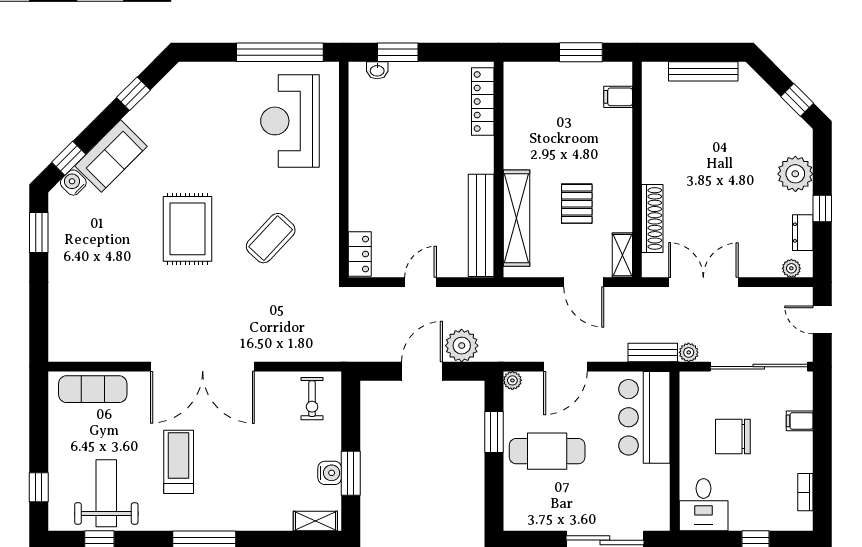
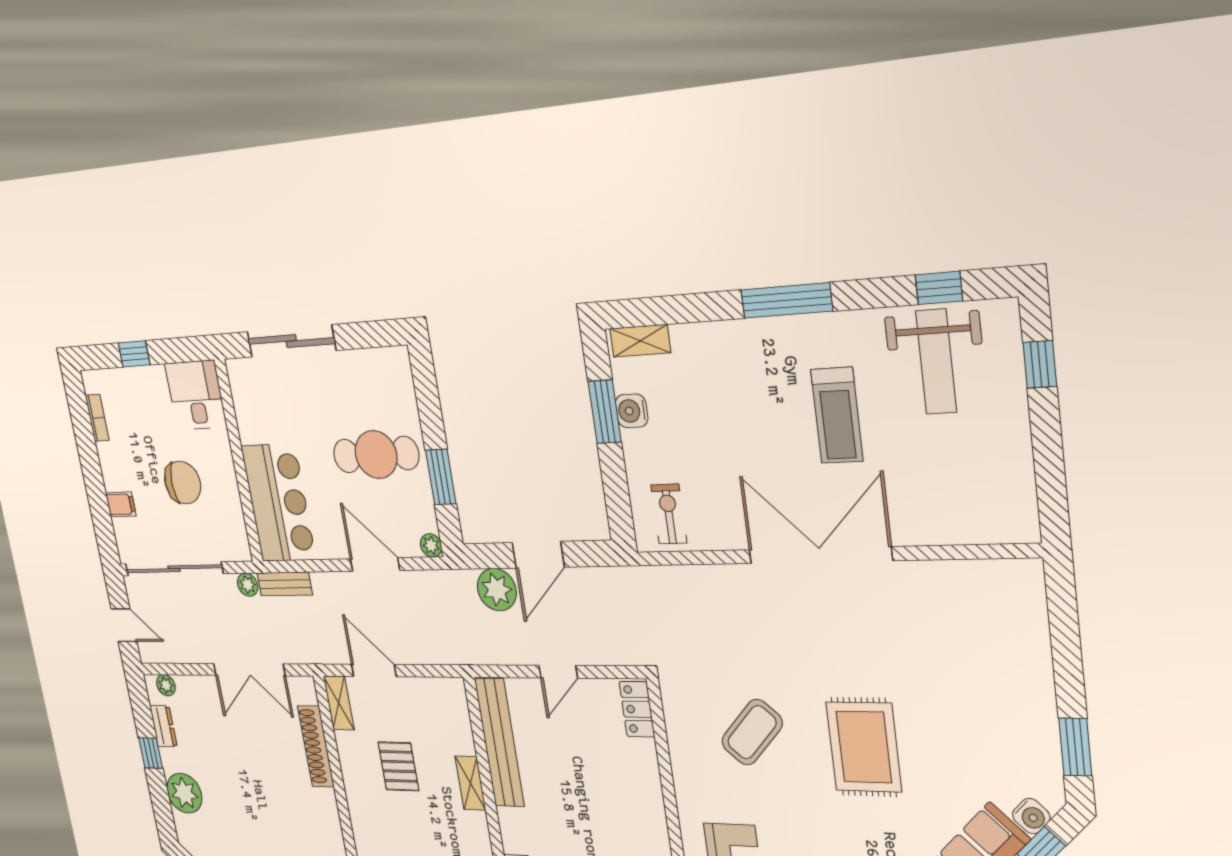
shelving: (516, 218) -> (470, 783), width x0.45, depth x0.75
door: (565, 367) -> (375, 565), hinge flipped
exercise mat: (93, 389) -> (973, 518), removed

